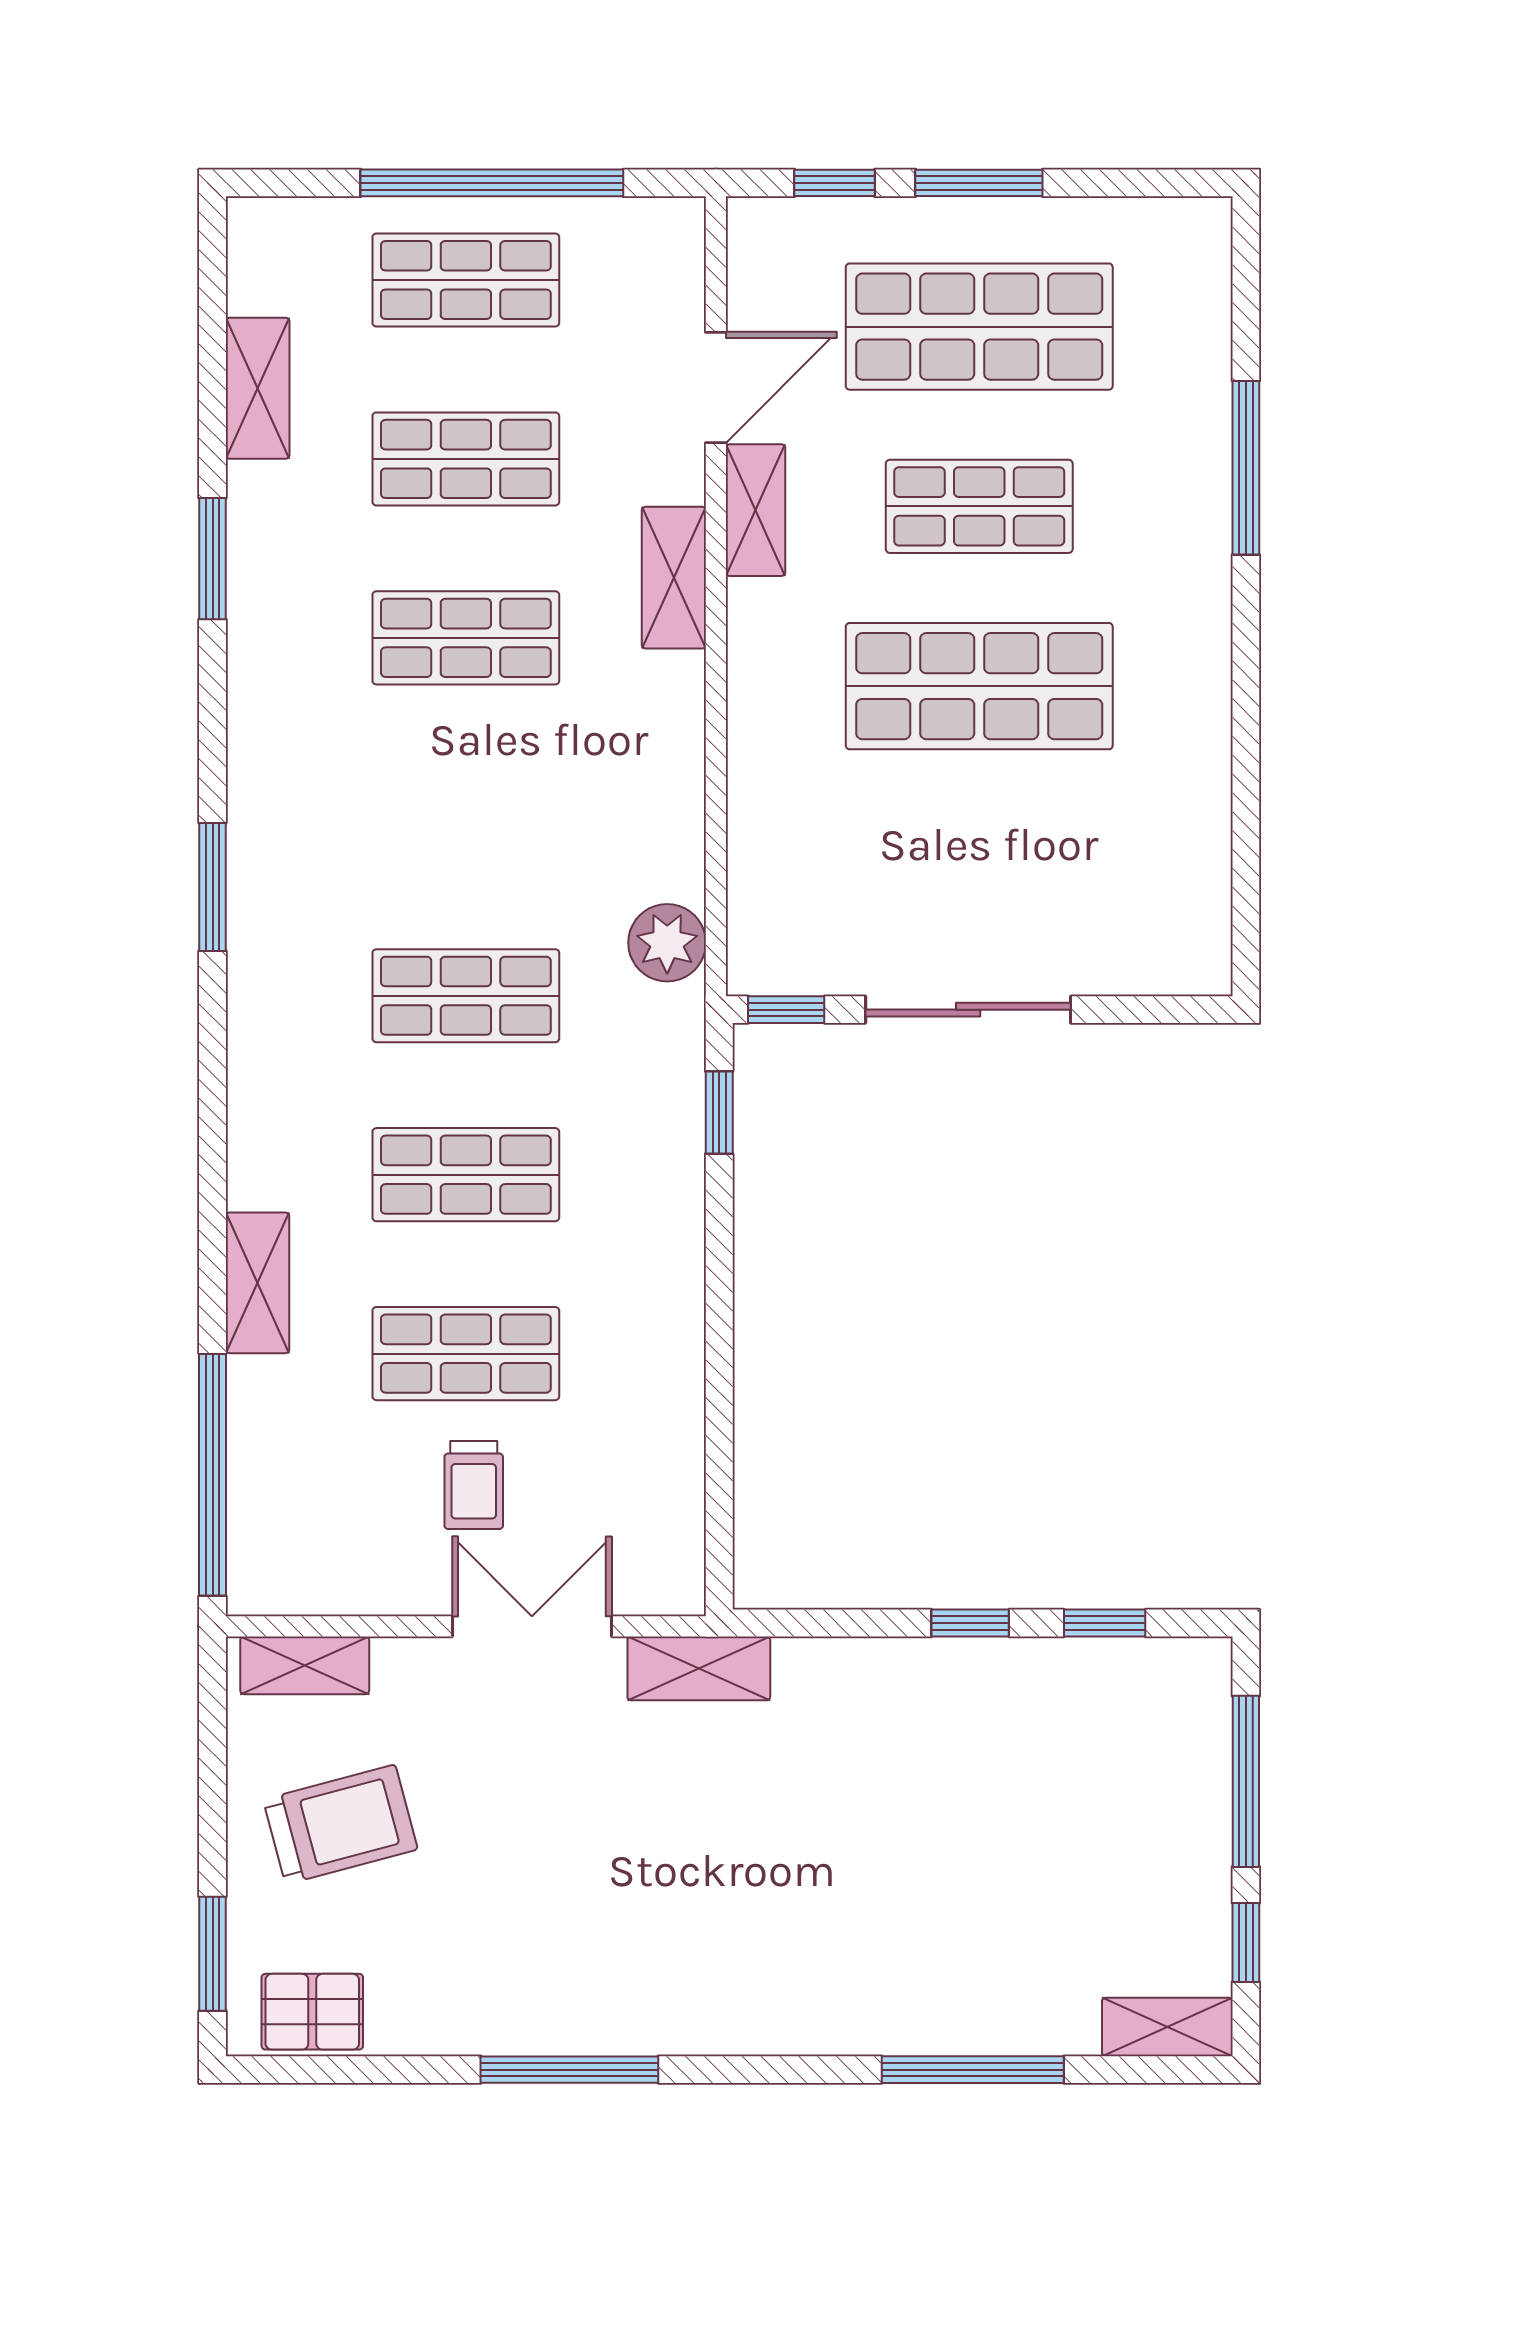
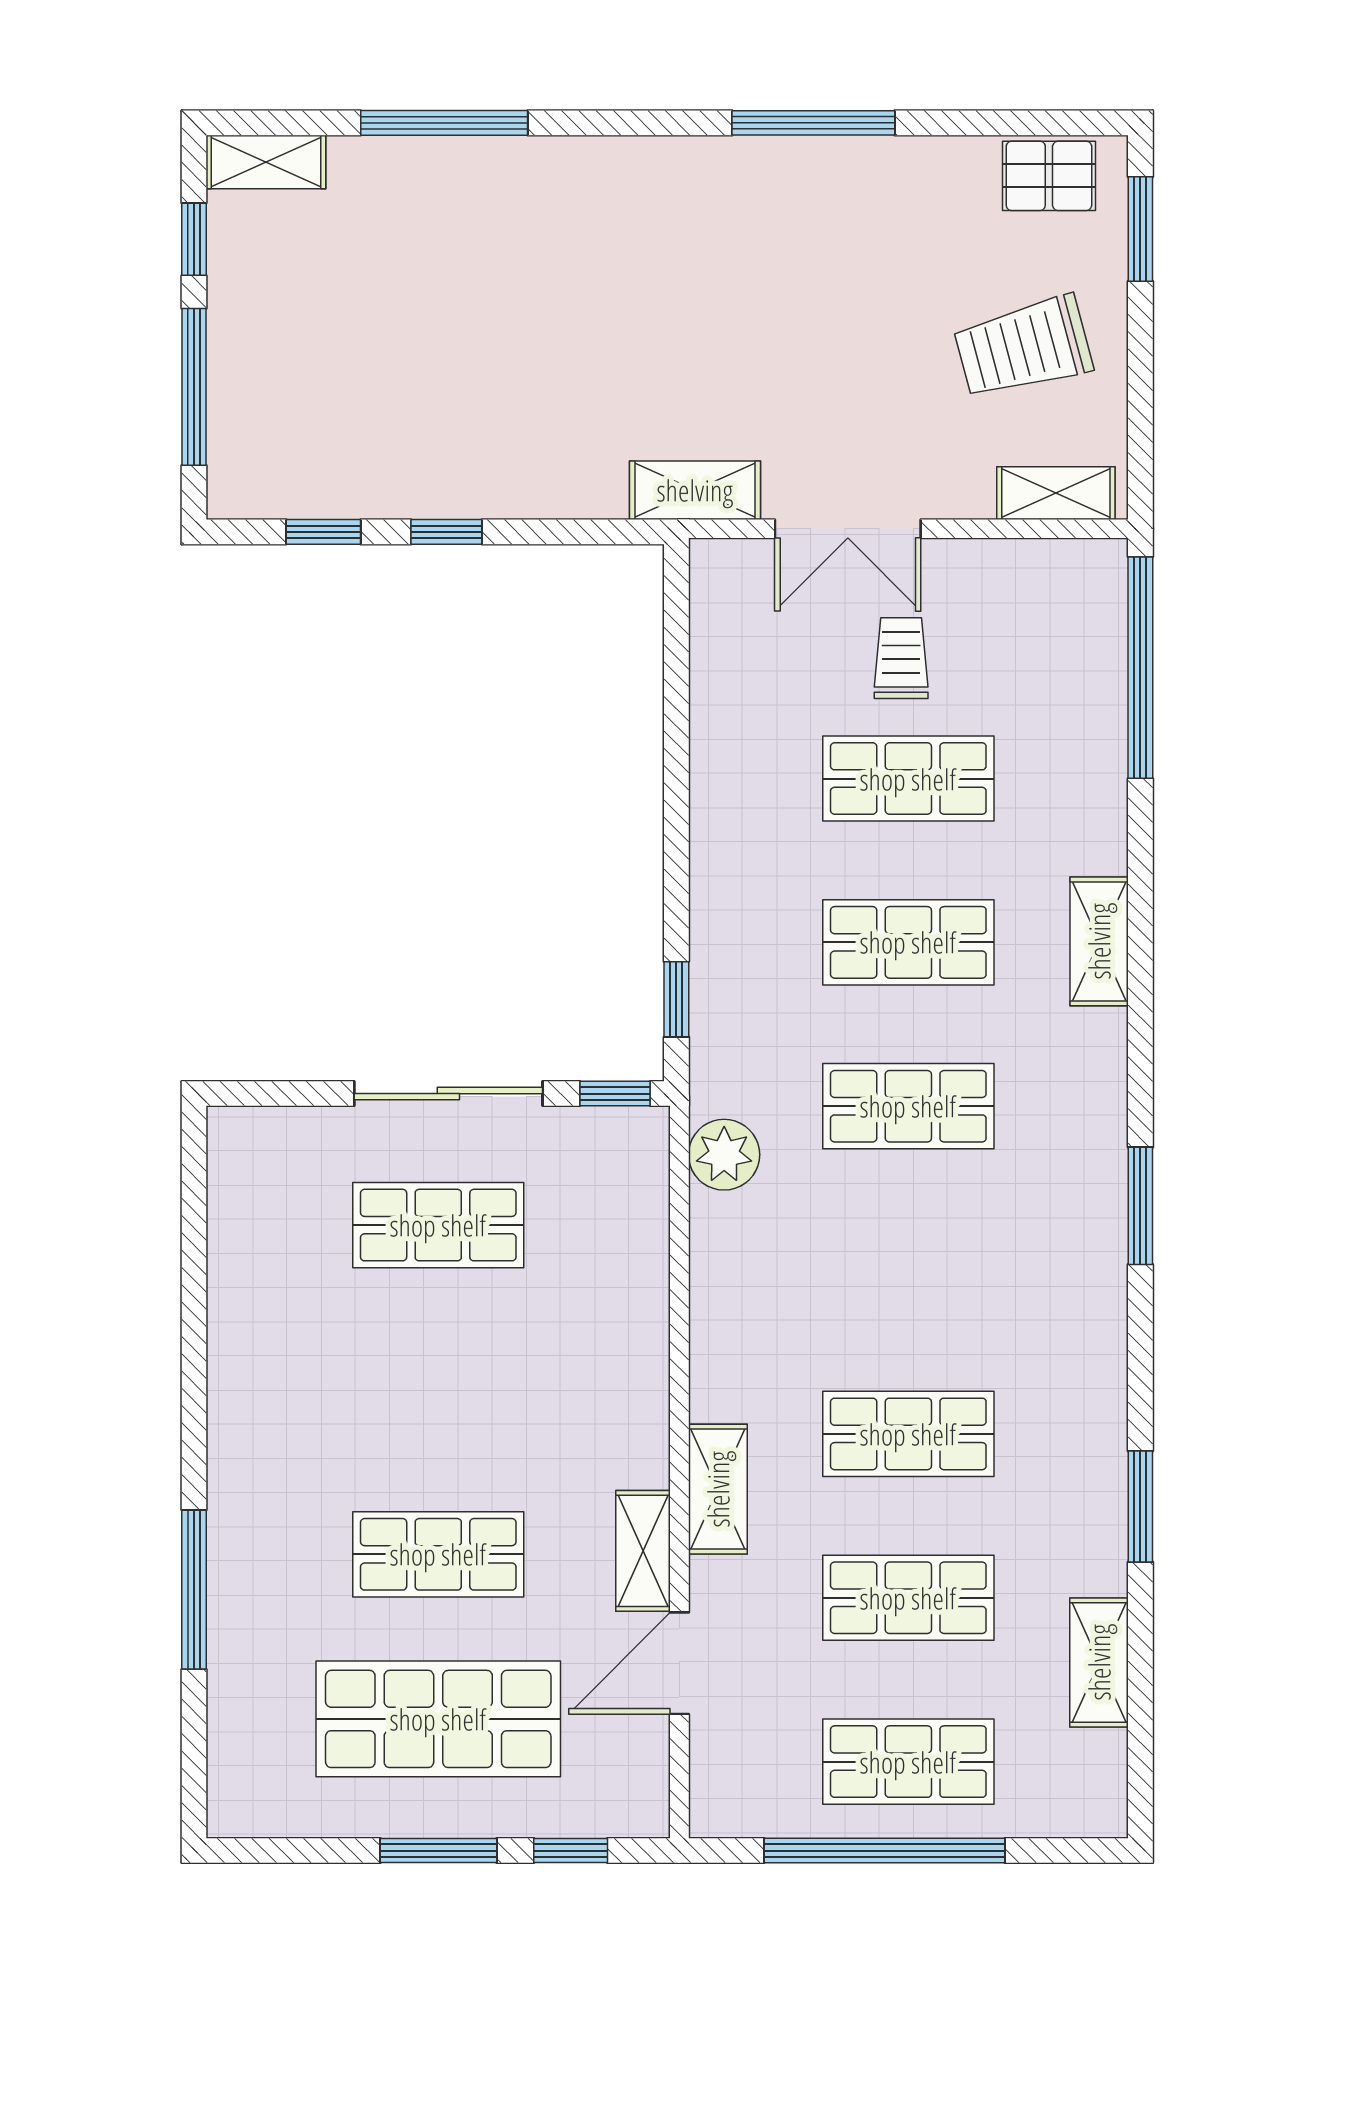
shop shelf: (979, 686) -> (438, 1225), moved, width x0.70, depth x0.74
shelving: (258, 1283) -> (1099, 941), moved

